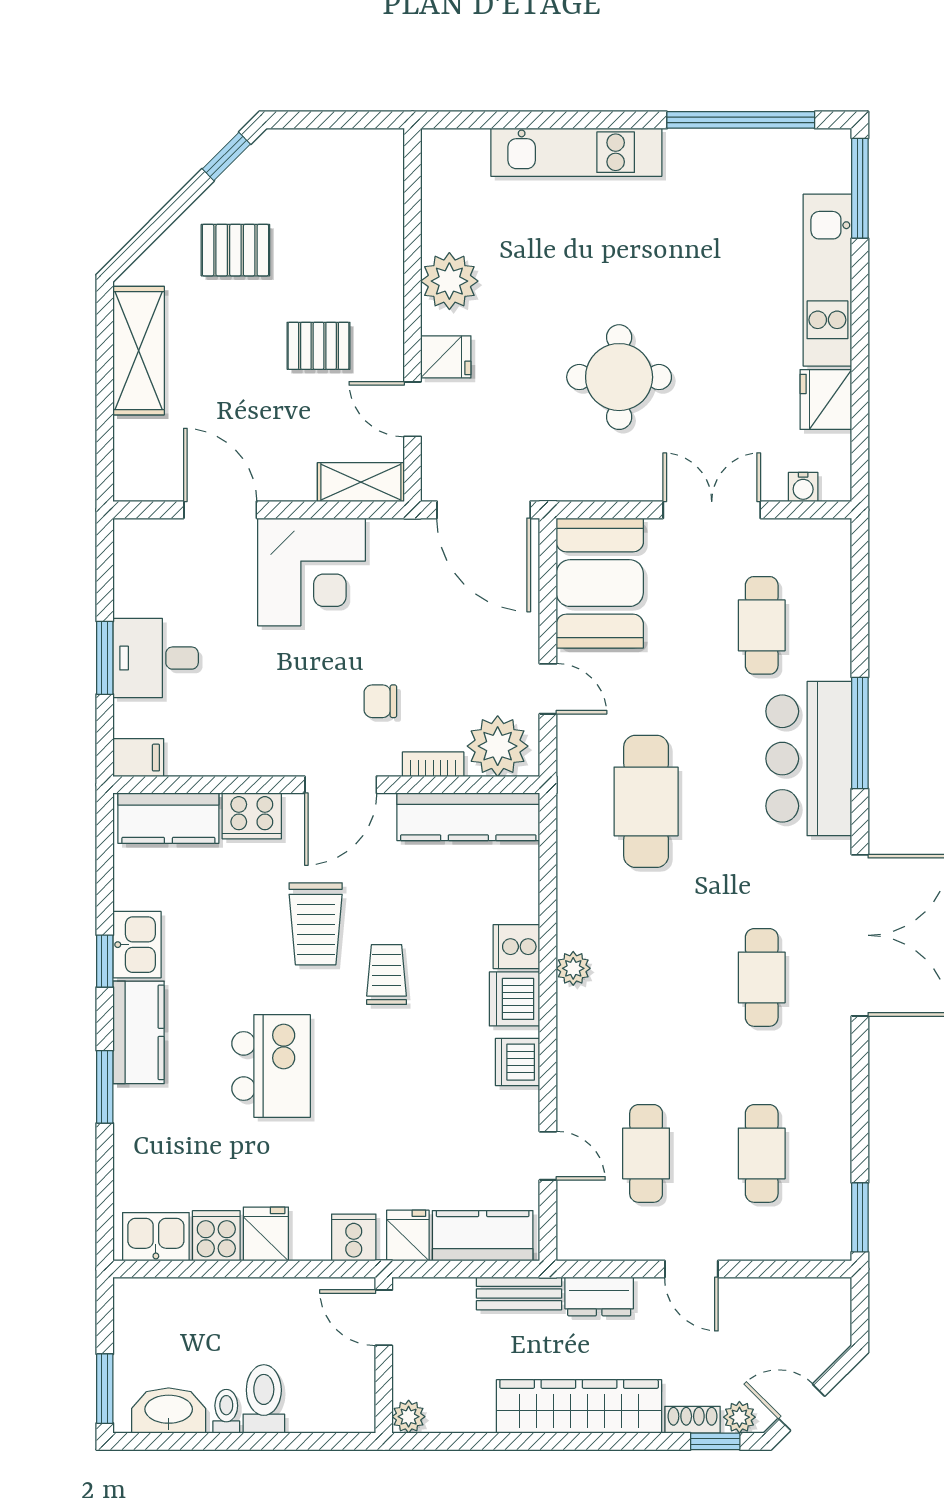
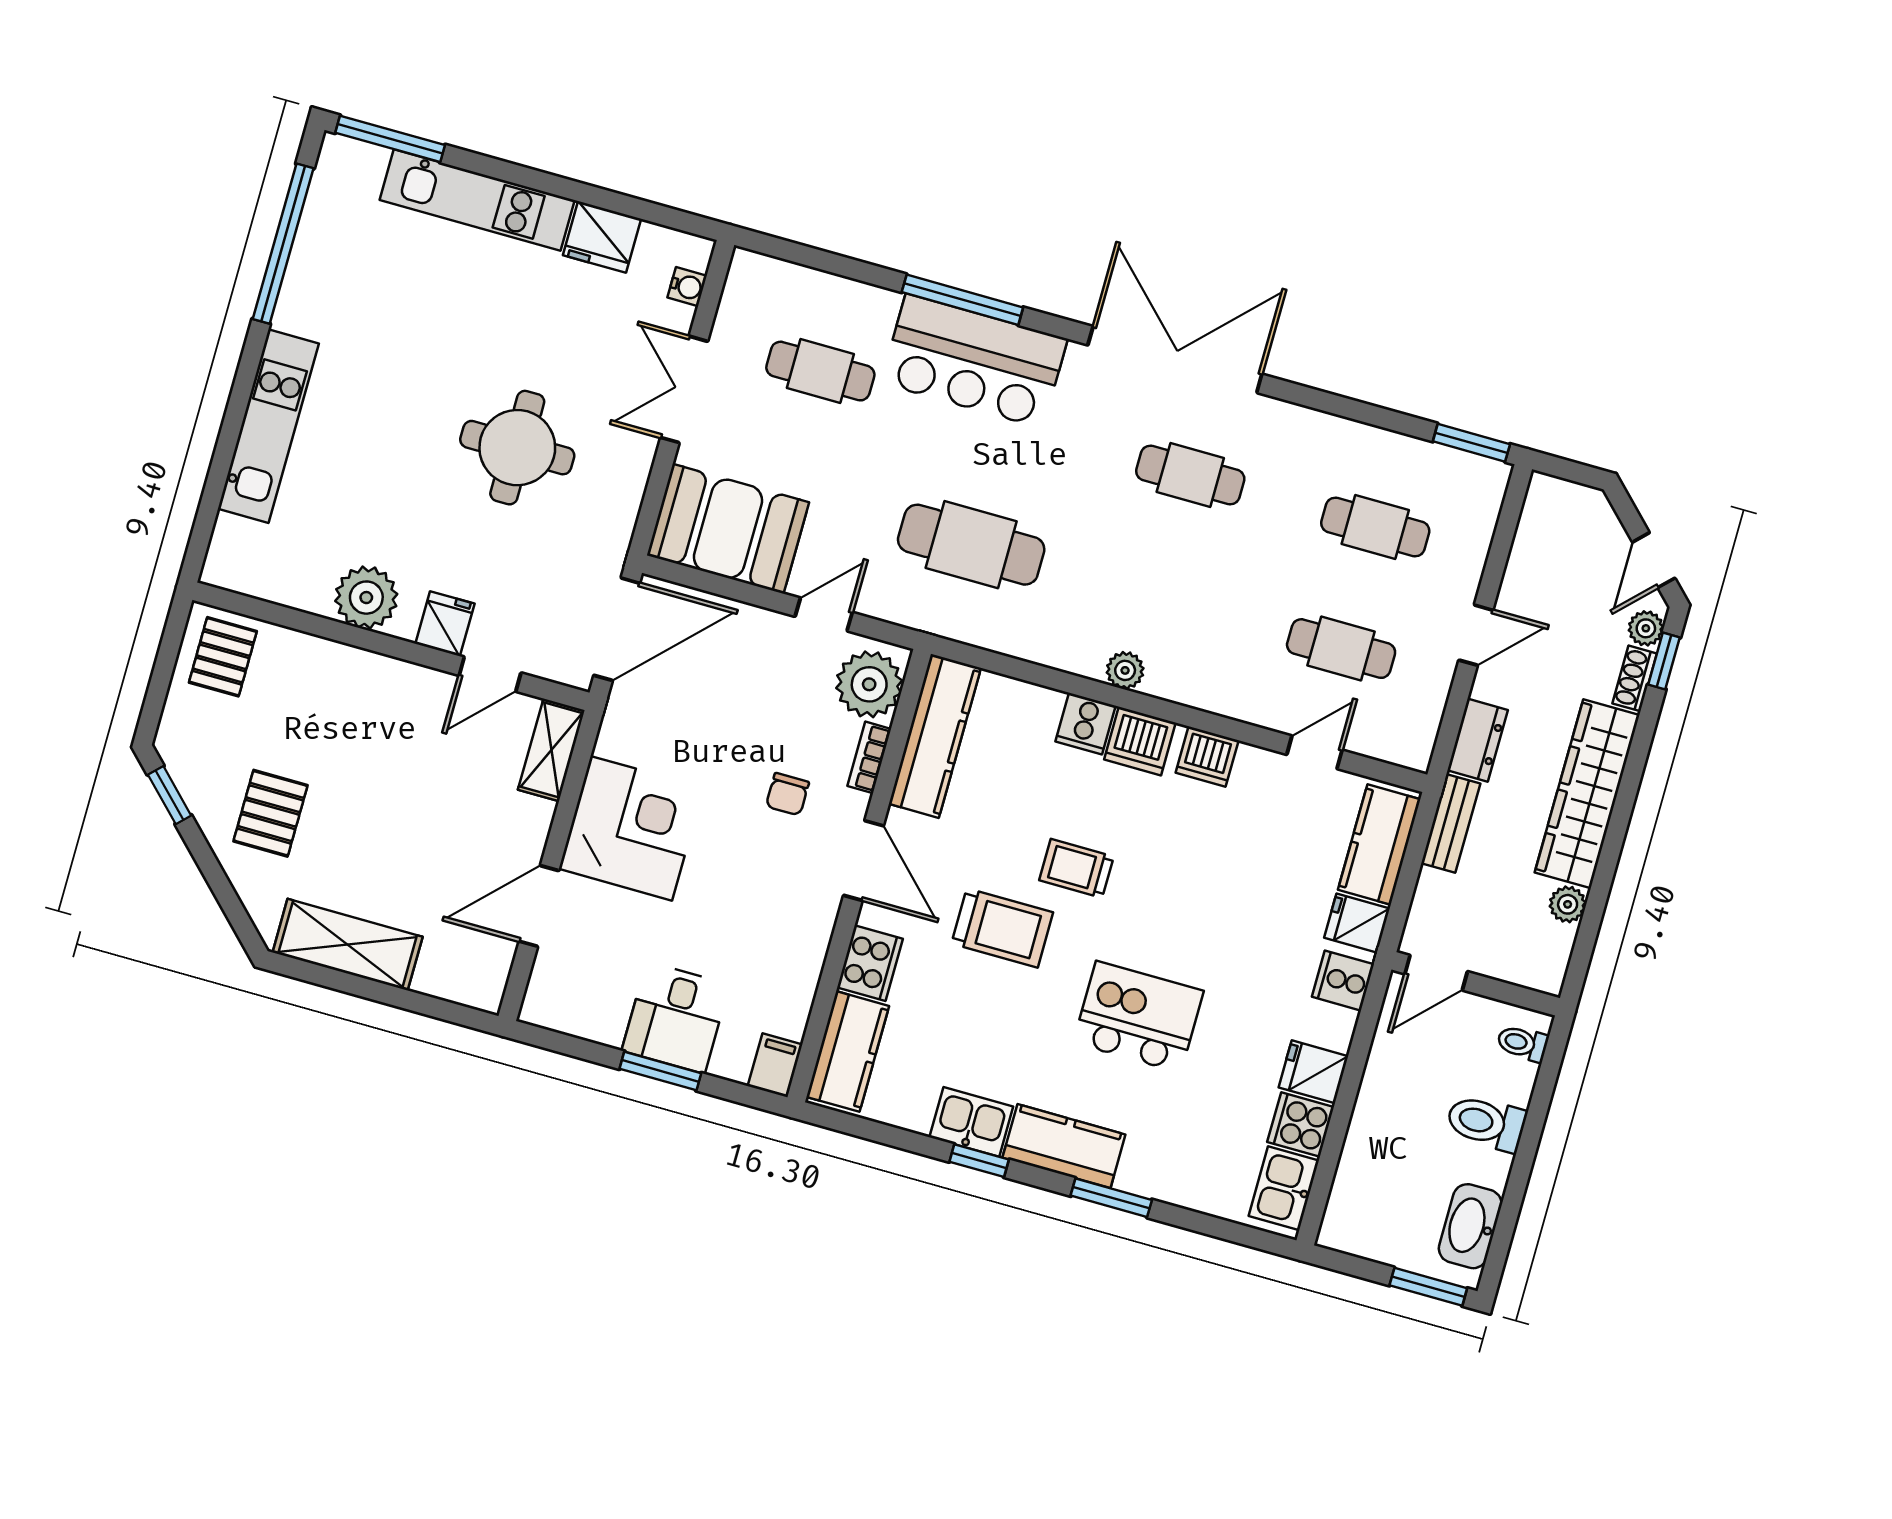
pallet: (318, 346) -> (223, 657), moved
toilet: (226, 1411) -> (1522, 1043), moved
plant: (409, 1417) -> (1568, 904), moved

